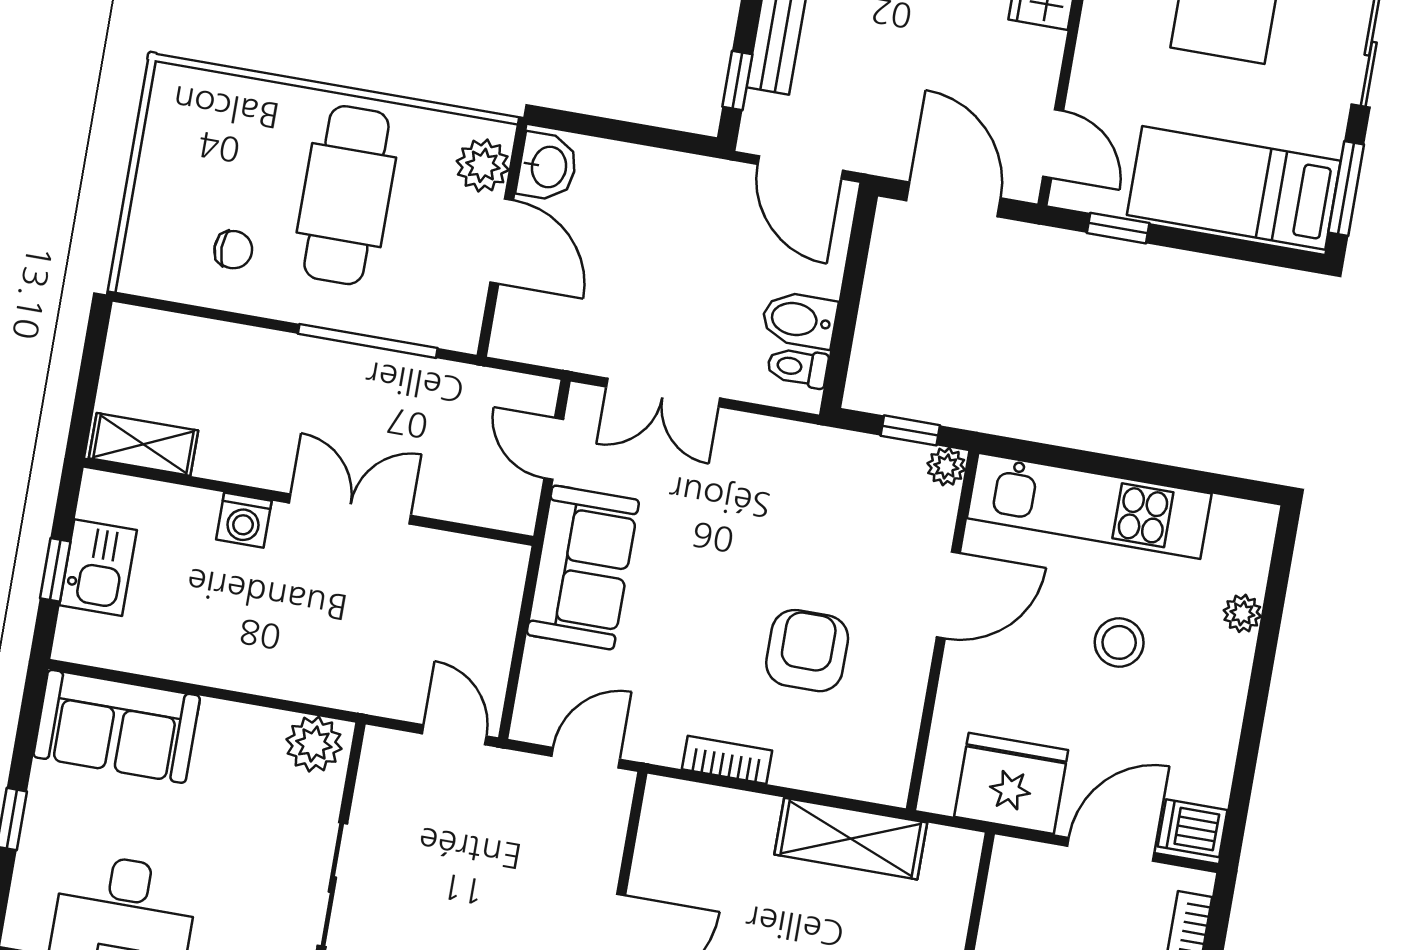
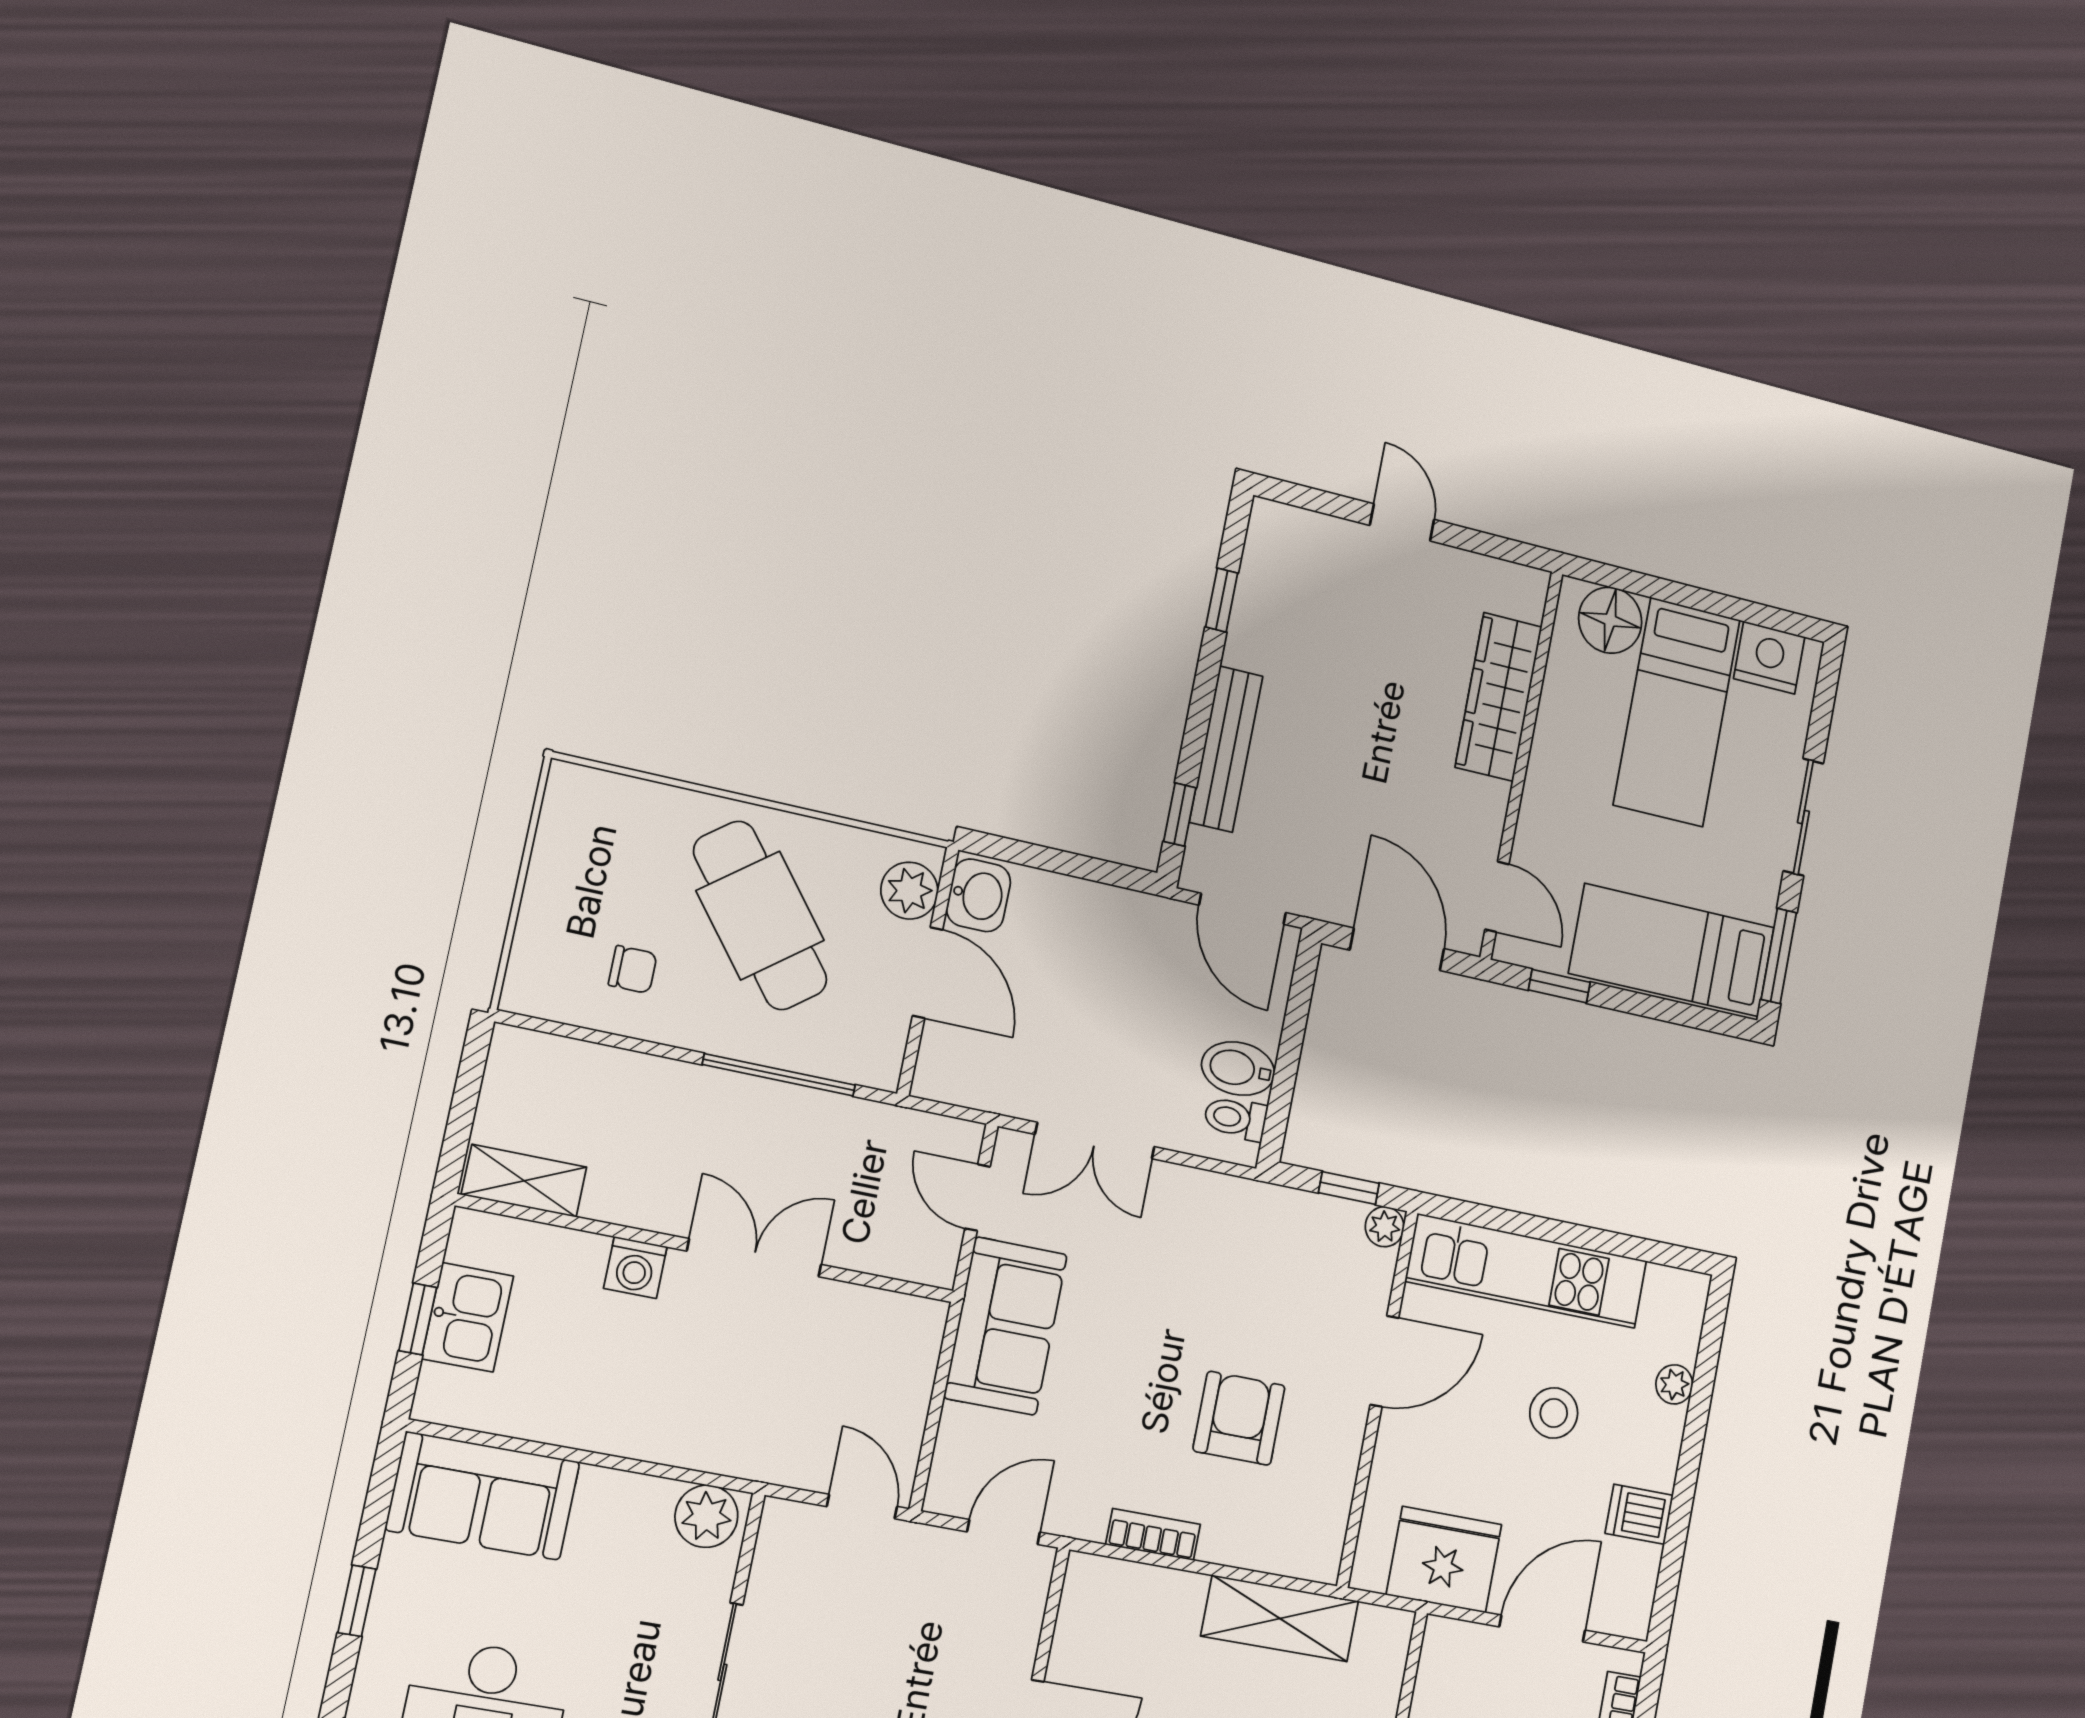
cafe table: (346, 195) -> (760, 916), turned -38
dishwasher: (1193, 828) -> (1639, 1514), moved

